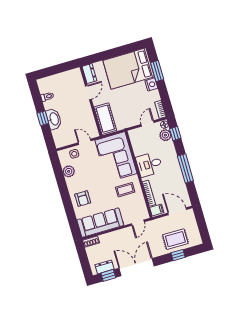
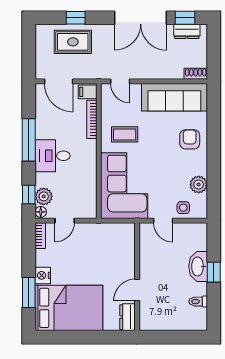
cot: (105, 119) -> (124, 245), removed
desk: (149, 164) -> (53, 156), moved, turned 180
door: (138, 223) -> (120, 81), swing flipped

